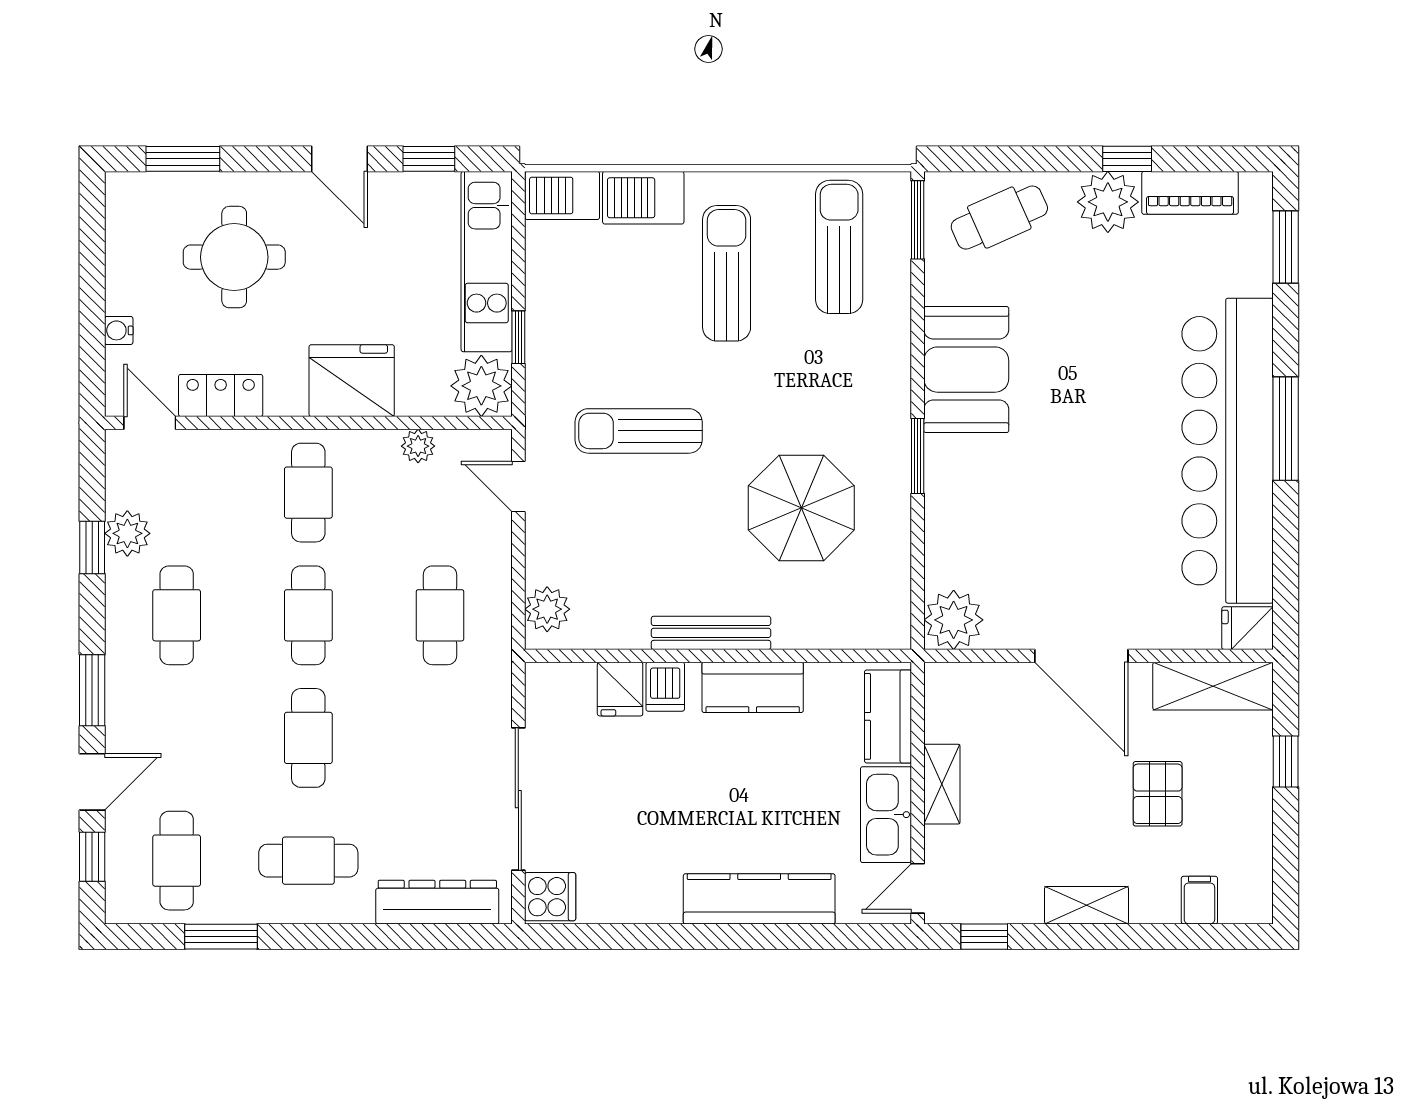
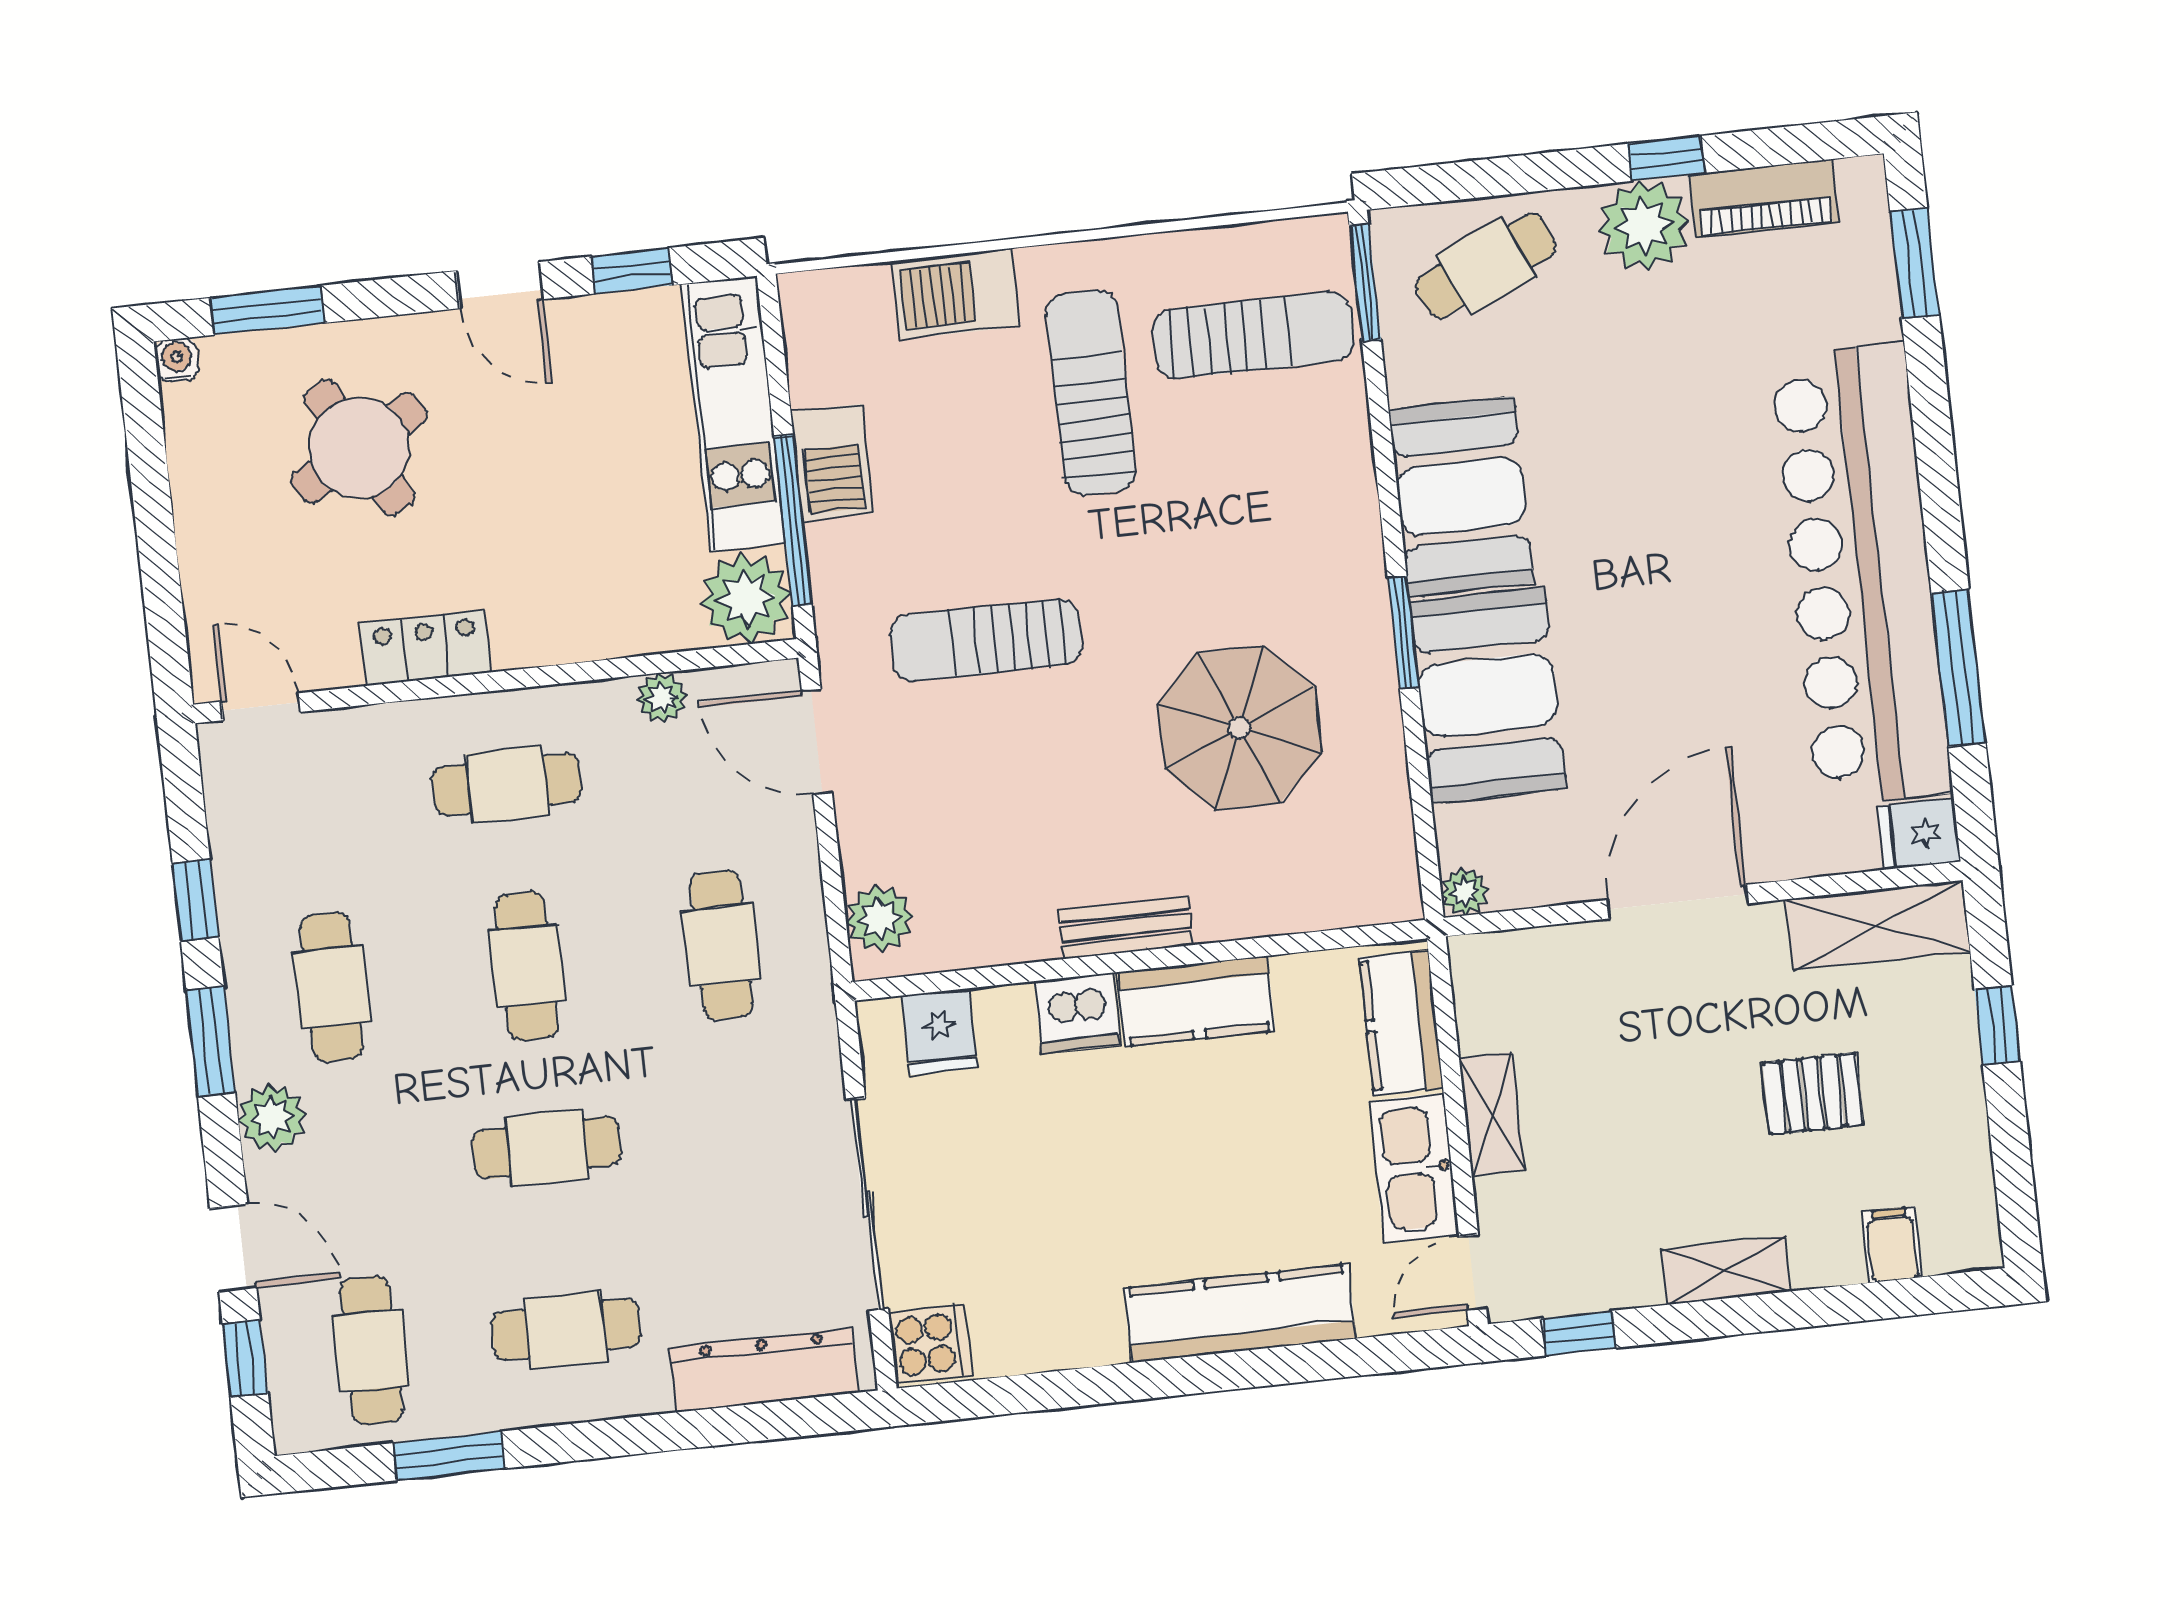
barbecue: (562, 195) -> (832, 462), moved, turned -90
sun lounger: (839, 247) -> (1253, 335), turned 90
round table: (234, 257) -> (359, 448), turned -30
water cooler: (119, 330) -> (177, 360), moved, turned 90
window: (518, 337) -> (793, 521), width x2.17
fridge: (352, 381) -> (553, 612), removed
locker: (221, 395) -> (425, 648), moved
window: (1286, 429) -> (1958, 668), moved
door: (518, 486) -> (817, 742), width x1.38
cafe table: (308, 493) -> (507, 784), turned 90
booth: (970, 504) -> (1488, 695), added
plant: (127, 533) -> (272, 1118), moved
plant: (954, 620) -> (1464, 892), width x0.53, depth x0.53
bench: (711, 633) -> (1126, 927), width x0.73
door: (1081, 656) -> (1678, 902), swing flipped
dishwasher: (665, 687) -> (1077, 1013), width x1.38
fridge: (620, 689) -> (940, 1032), moved
window: (92, 690) -> (211, 1042), moved
cafe table: (308, 738) -> (546, 1148), turned 90
door: (92, 782) -> (233, 1248), hinge flipped
pallet: (1158, 794) -> (1813, 1094), turned 90

